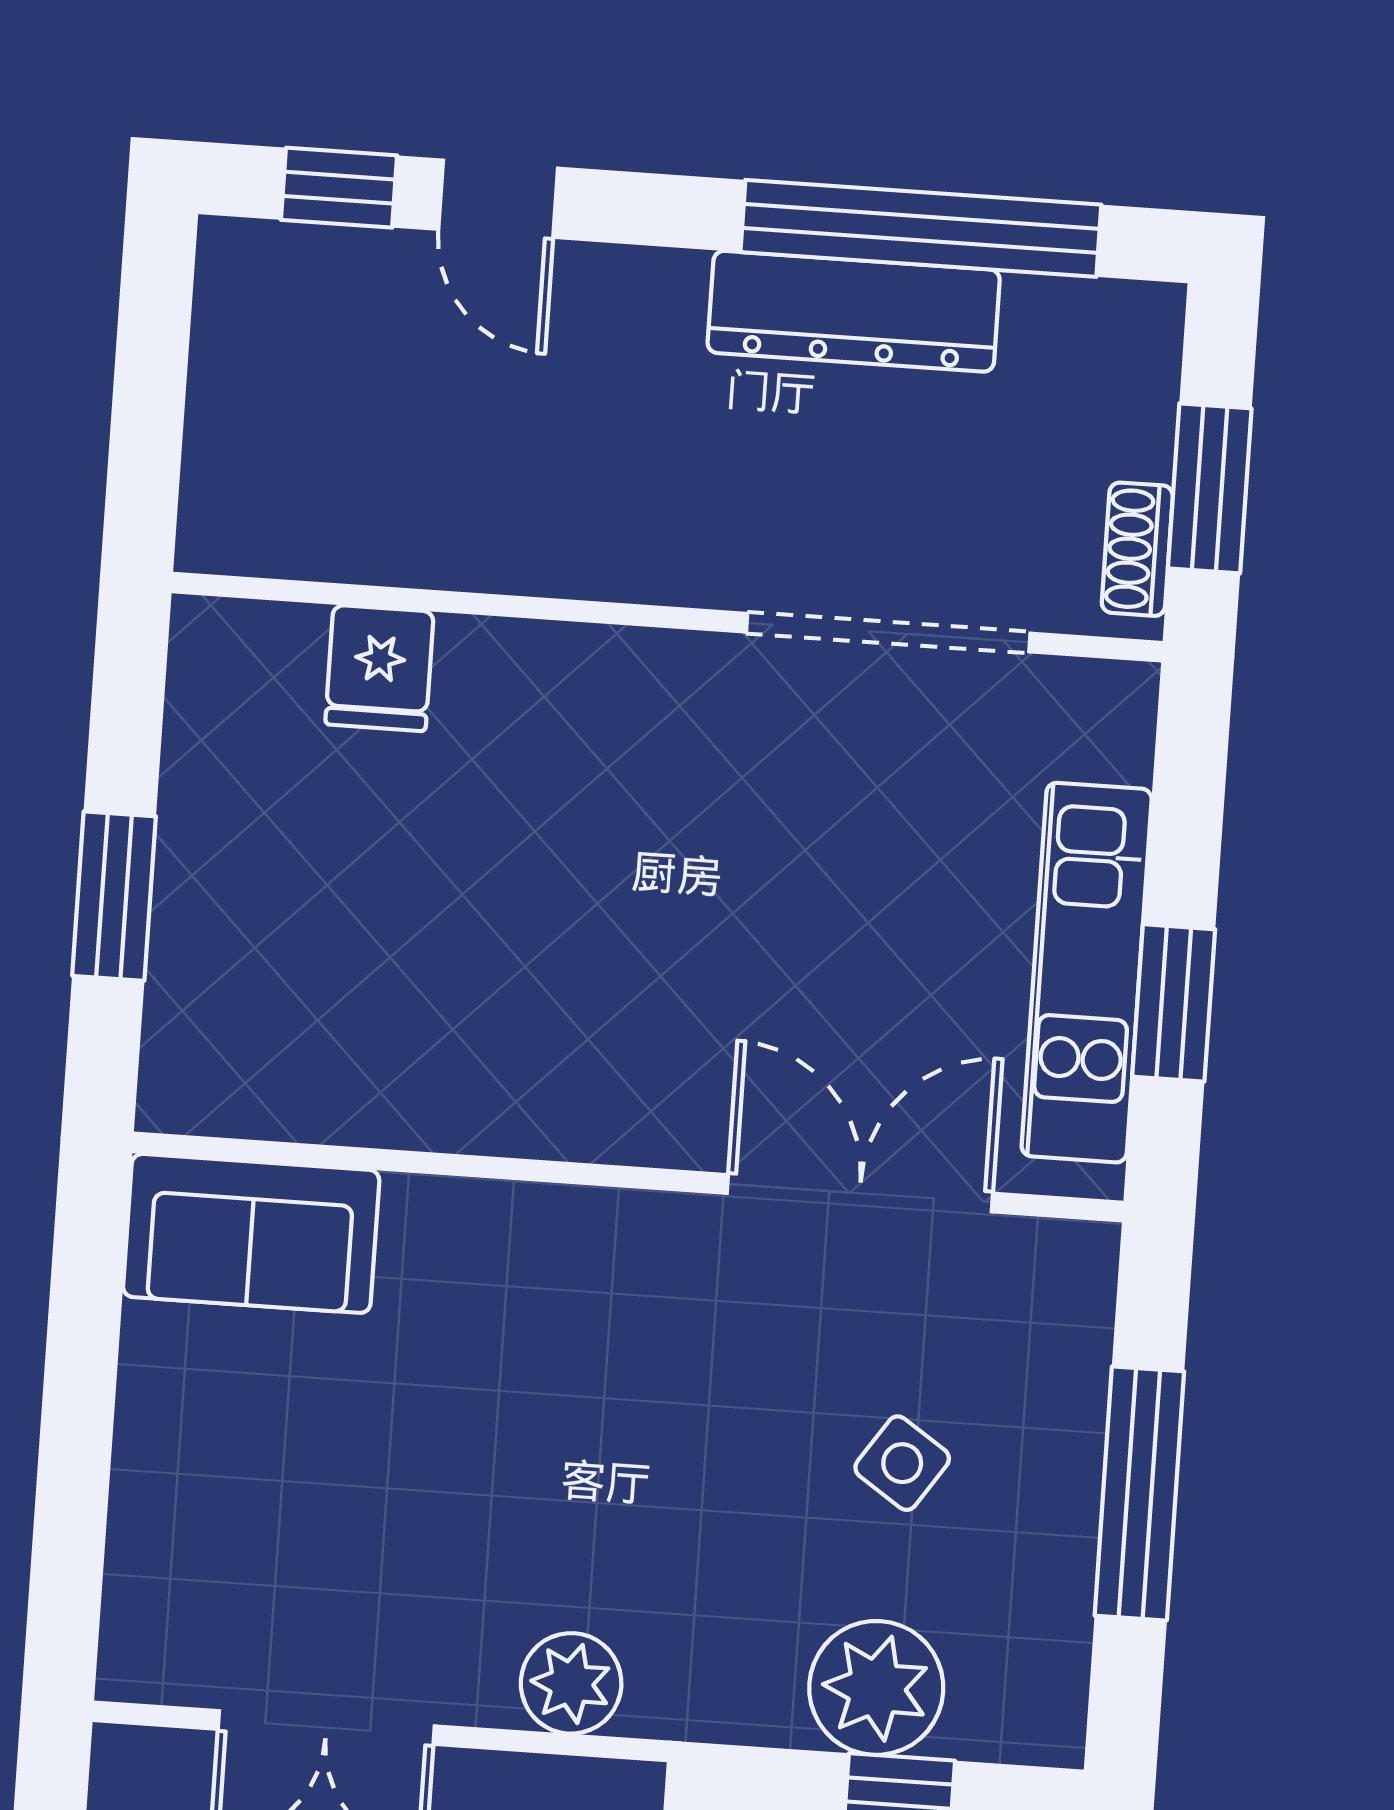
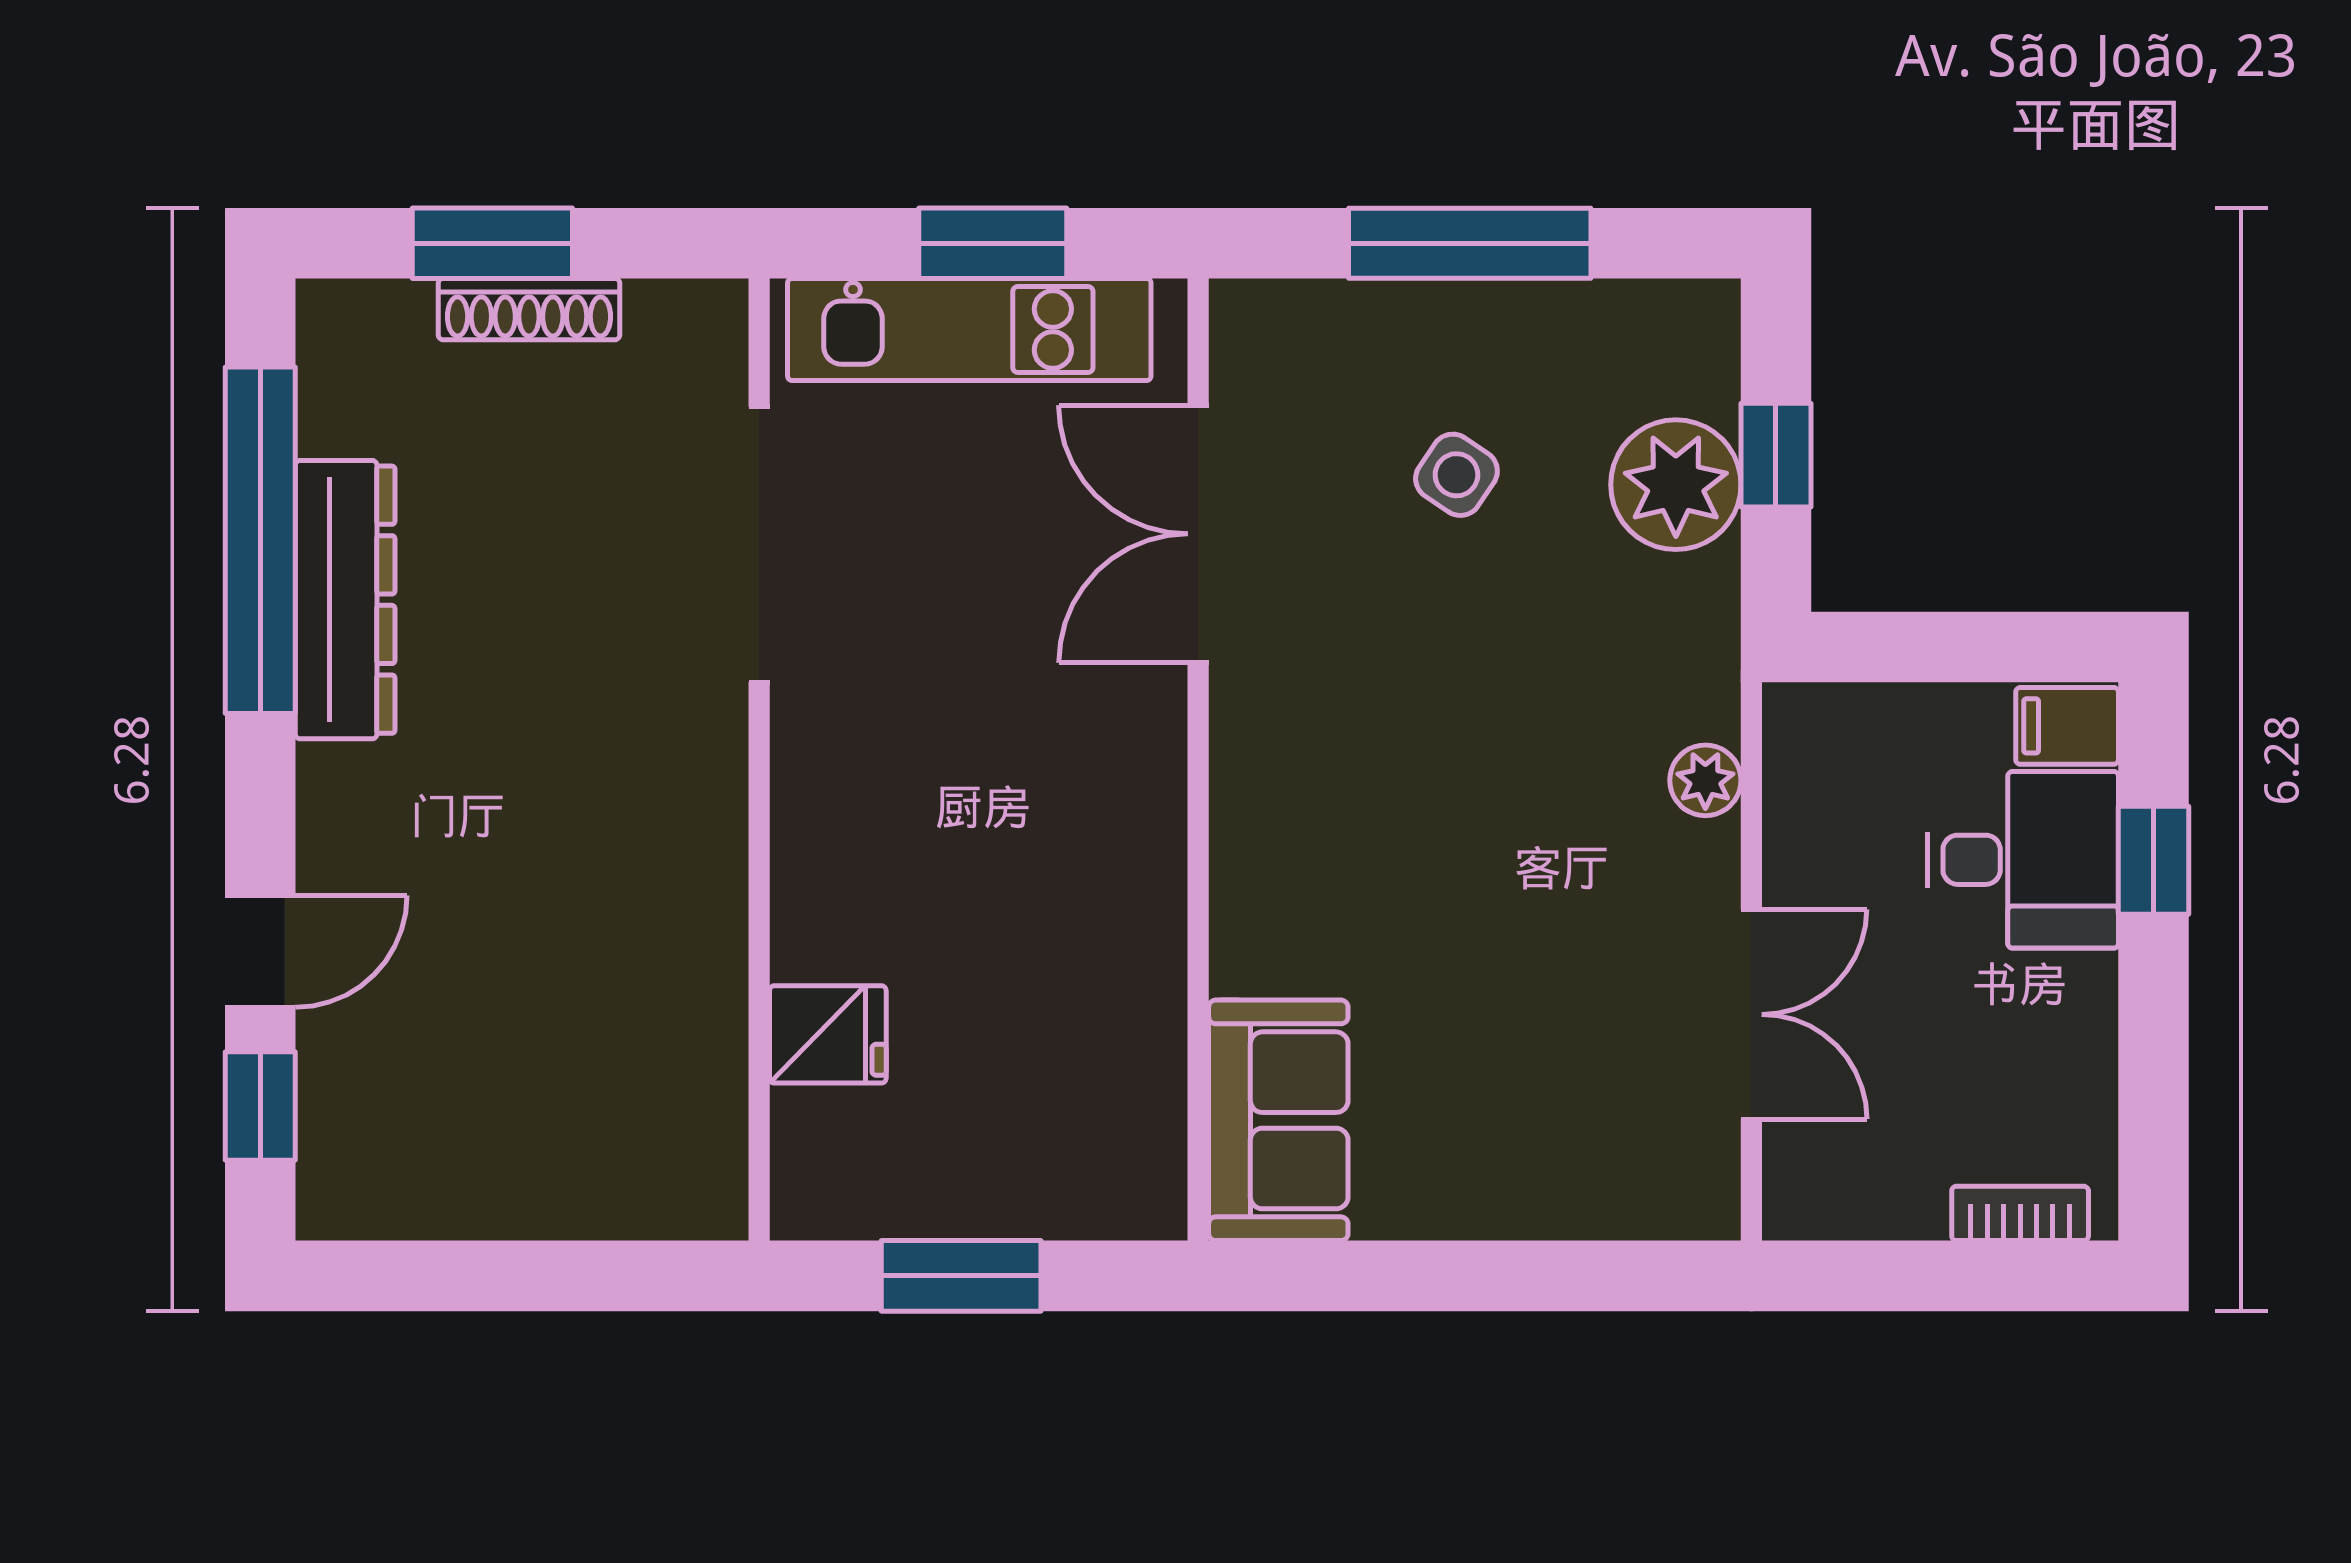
shoe rack: (1137, 549) -> (529, 309), width x1.43
wall: (667, 617) -> (759, 760), moved
doorway: (888, 633) -> (759, 544), moved
fridge: (379, 668) -> (828, 1034), moved
plant: (571, 1683) -> (1705, 780), width x0.73, depth x0.73

